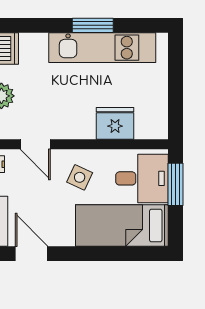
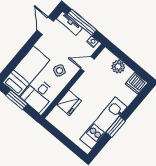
window: (176, 184) -> (17, 100), moved
door: (32, 254) -> (45, 26), swing flipped

